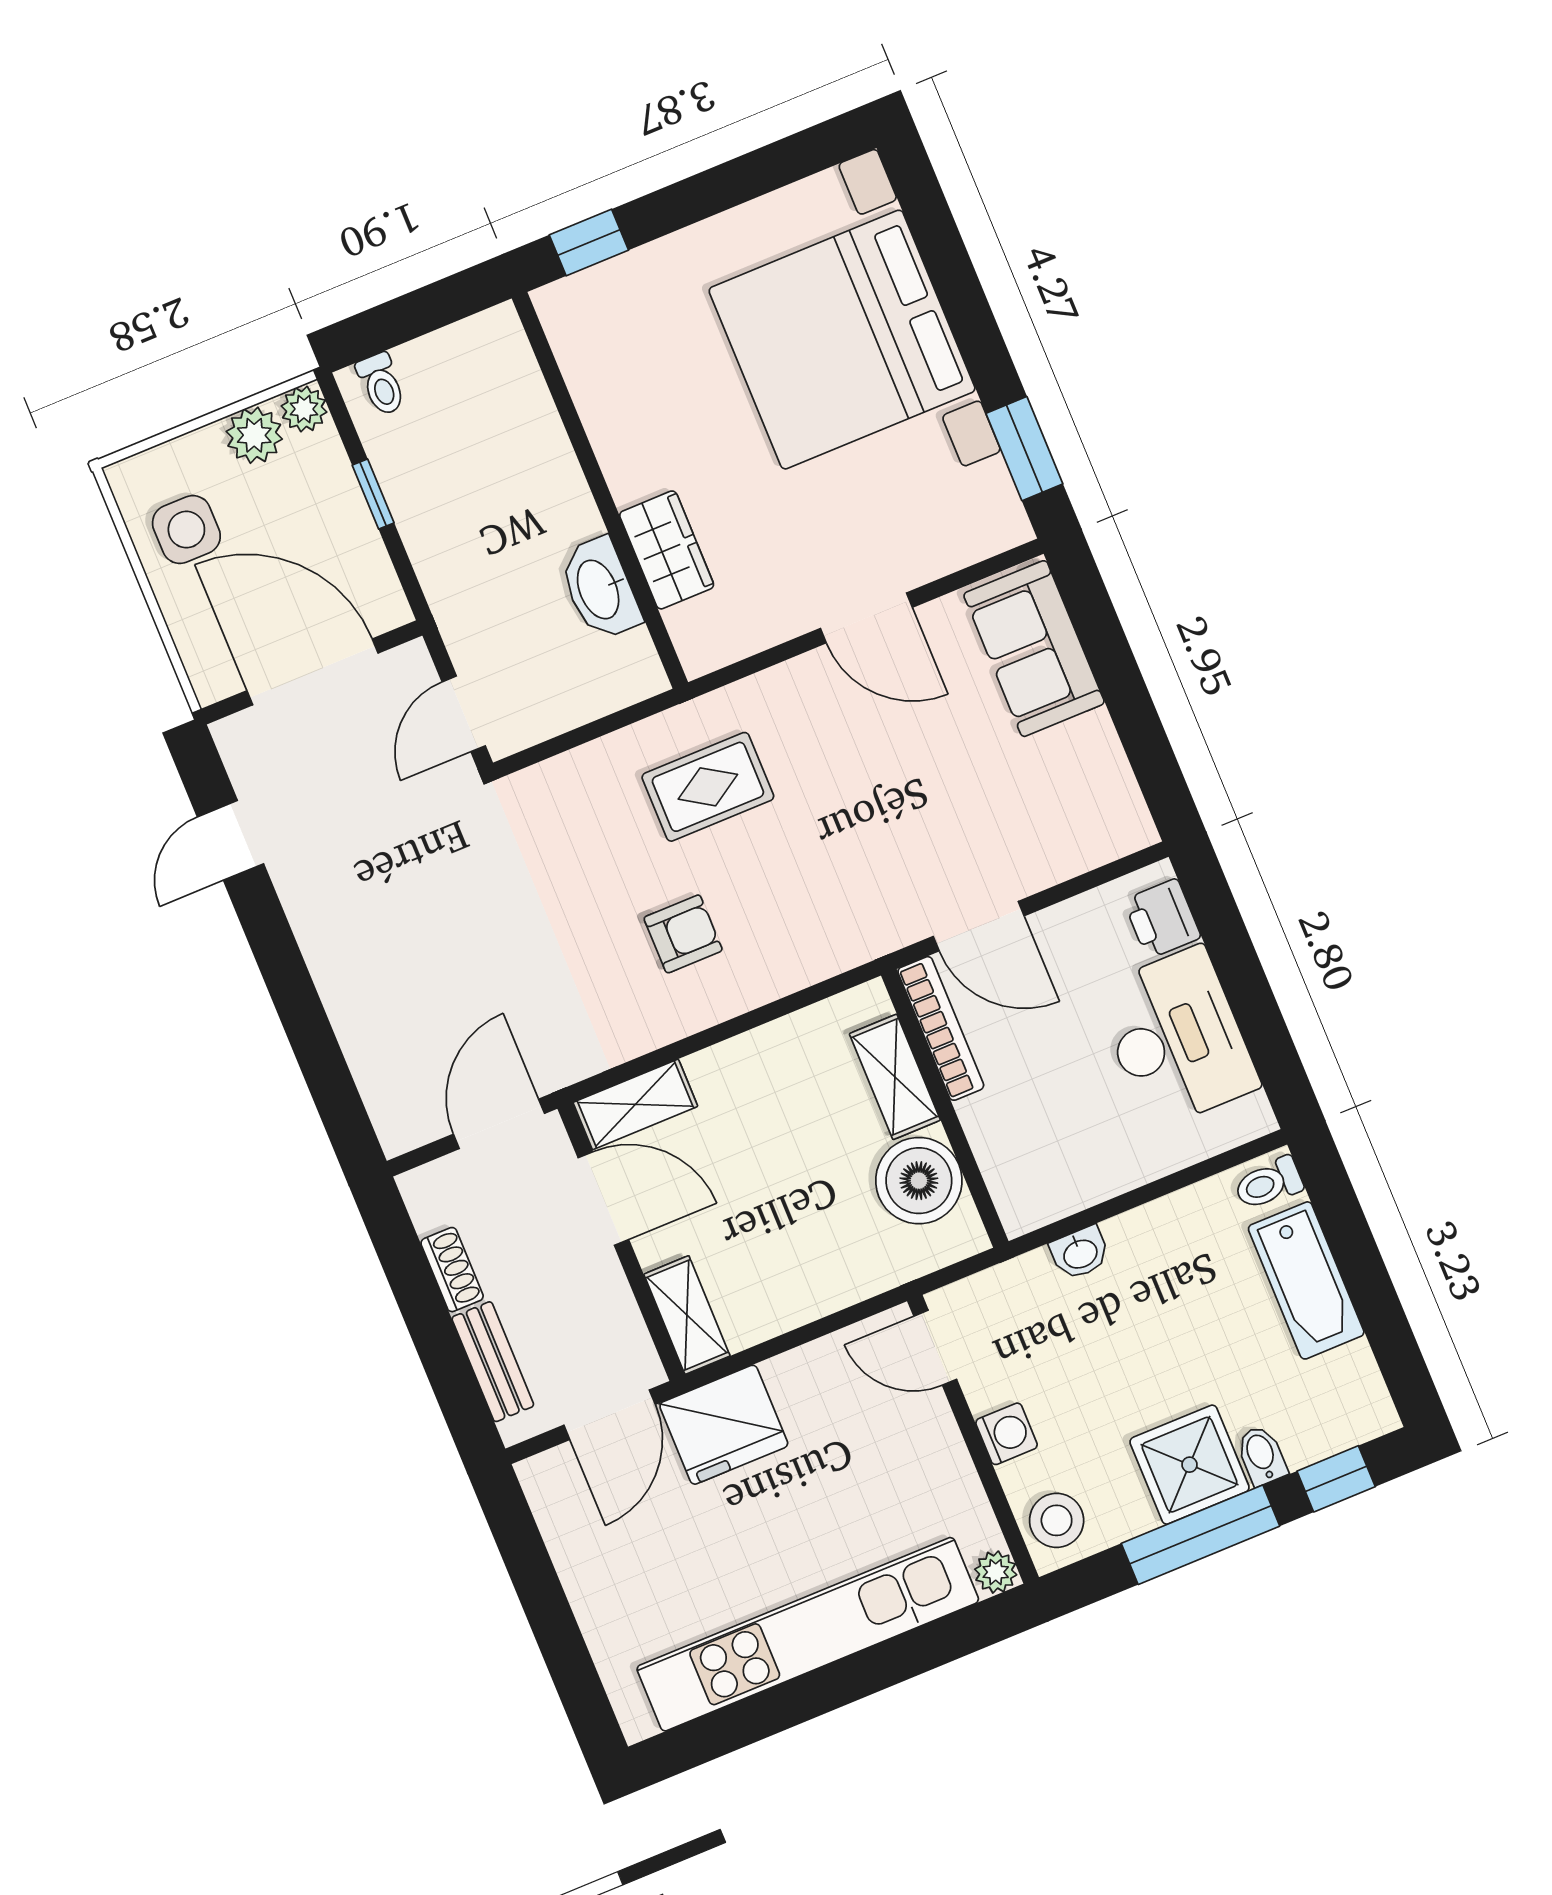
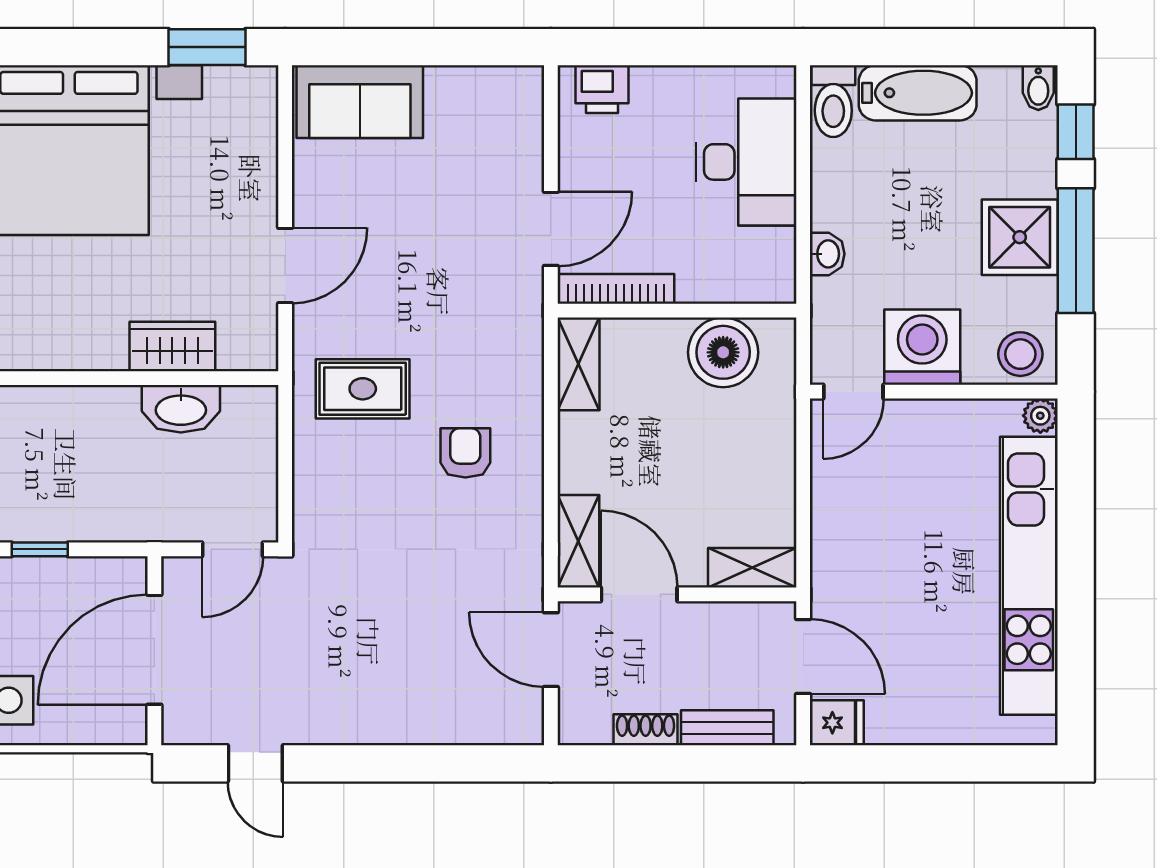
door: (866, 618) -> (285, 266), moved
door: (464, 714) -> (233, 549), hinge flipped
rug: (708, 787) -> (363, 389), turned 90
desk: (1176, 1038) -> (746, 162), moved, turned 90
shelving: (895, 1077) -> (579, 364), moved, turned 90
toilet: (1269, 1183) -> (833, 101), width x1.37, depth x1.39
door: (603, 1199) -> (639, 594), hinge flipped
fridge: (724, 1425) -> (837, 723), moved, width x0.53, depth x0.75
washing machine: (1006, 1434) -> (922, 347), width x1.89, depth x1.89
bidet: (1262, 1455) -> (1038, 88), moved, turned -90

